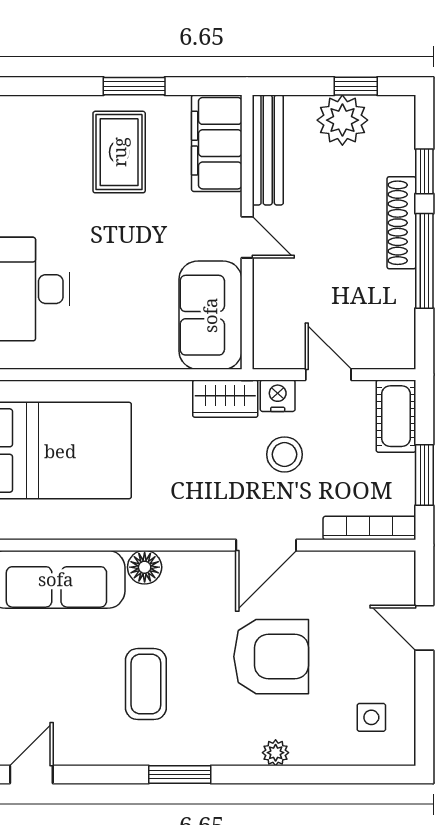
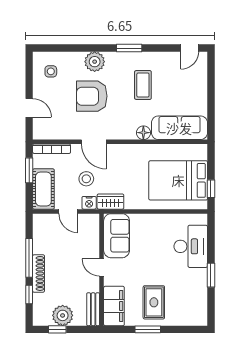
bench: (268, 150) -> (93, 309), width x0.73
cot: (396, 416) -> (43, 189), width x1.37, depth x1.34
door: (266, 545) -> (94, 142), swing flipped
plant: (276, 753) -> (95, 62), width x1.87, depth x1.87

